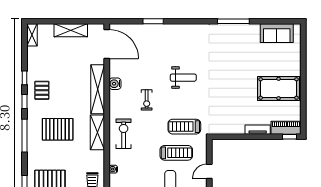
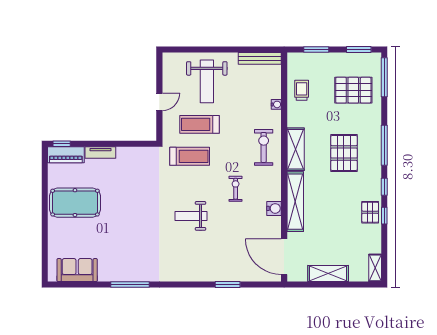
pallet: (42, 90) -> (370, 212), moved
pallet: (58, 129) -> (344, 153), turned 90
exercise bike: (124, 134) -> (264, 147), turned 180

